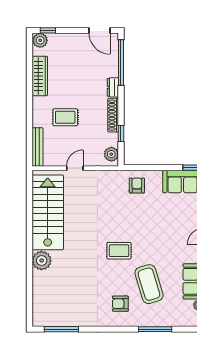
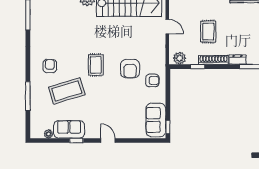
rug: (65, 117) -> (208, 32), moved
armchair: (123, 211) -> (130, 69), added

